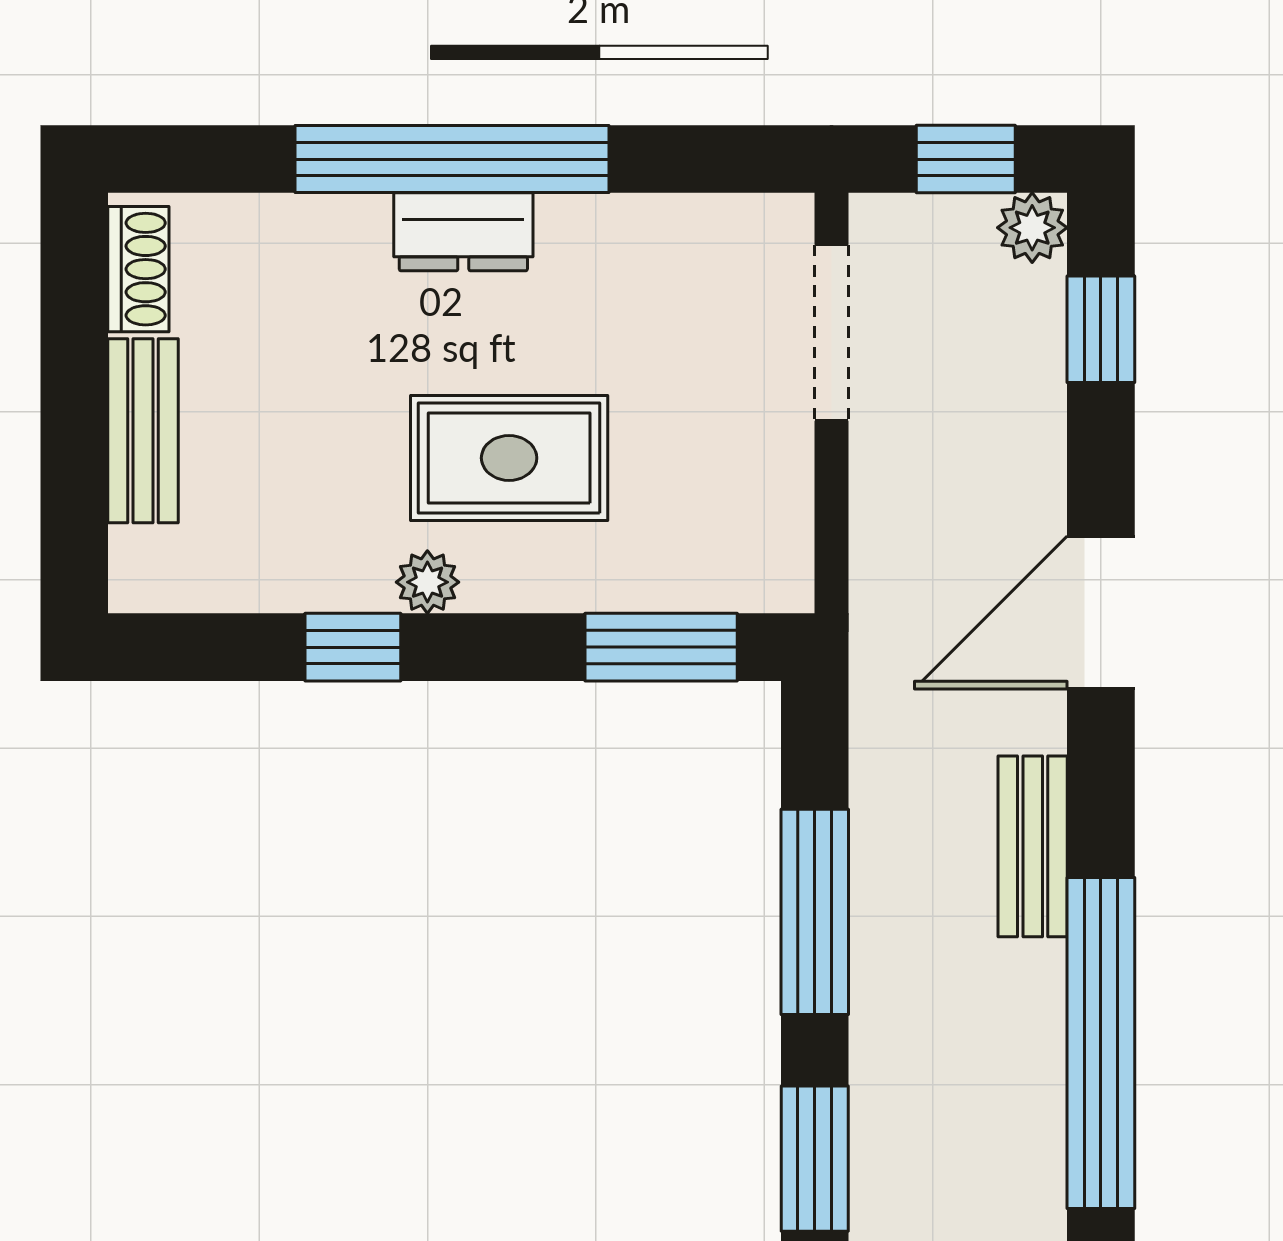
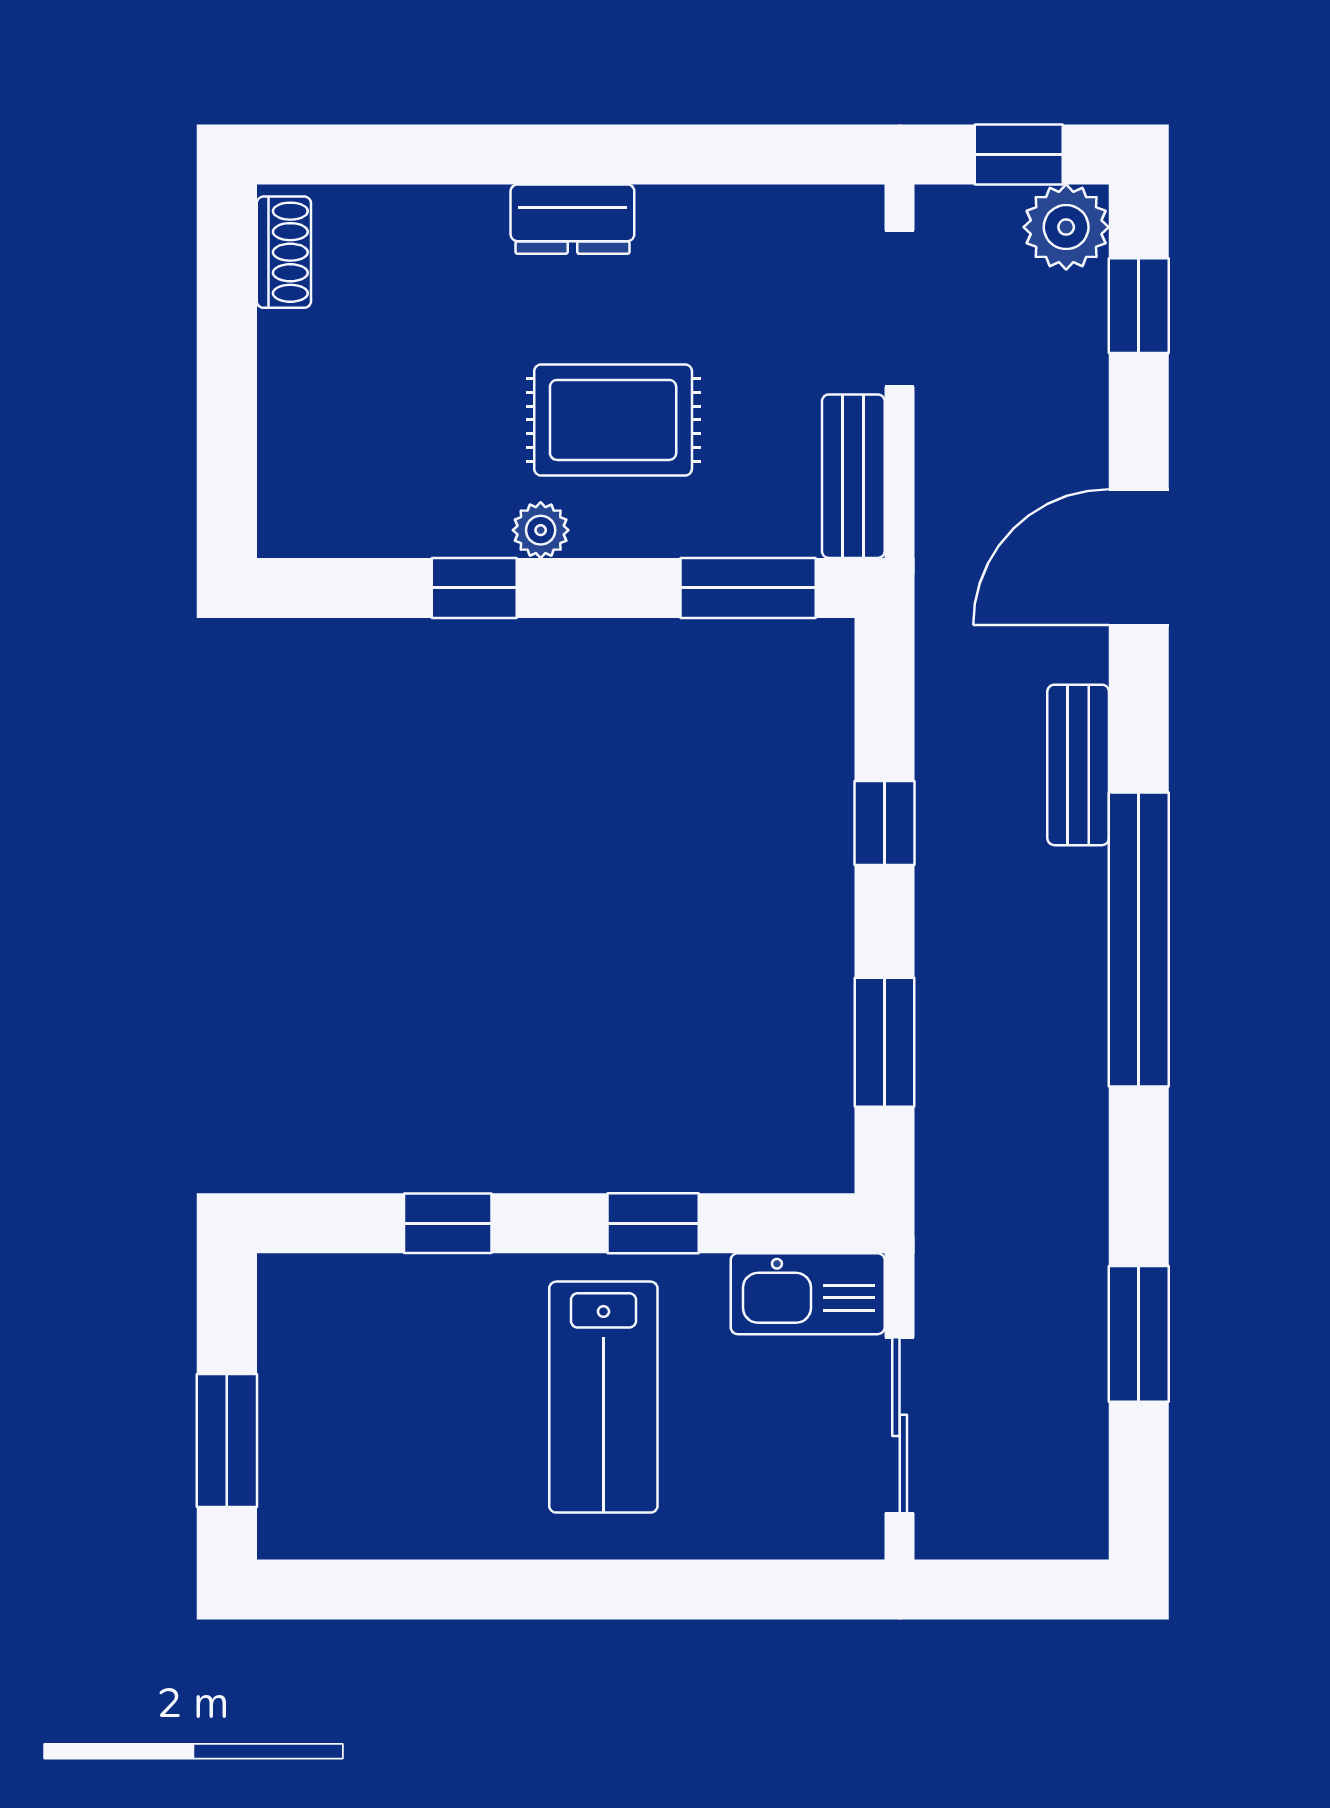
window: (452, 159) -> (562, 154), removed
plant: (1032, 228) -> (1066, 227), width x1.38, depth x1.38
bench: (143, 431) -> (853, 476), moved
window: (815, 912) -> (885, 823), width x0.46

